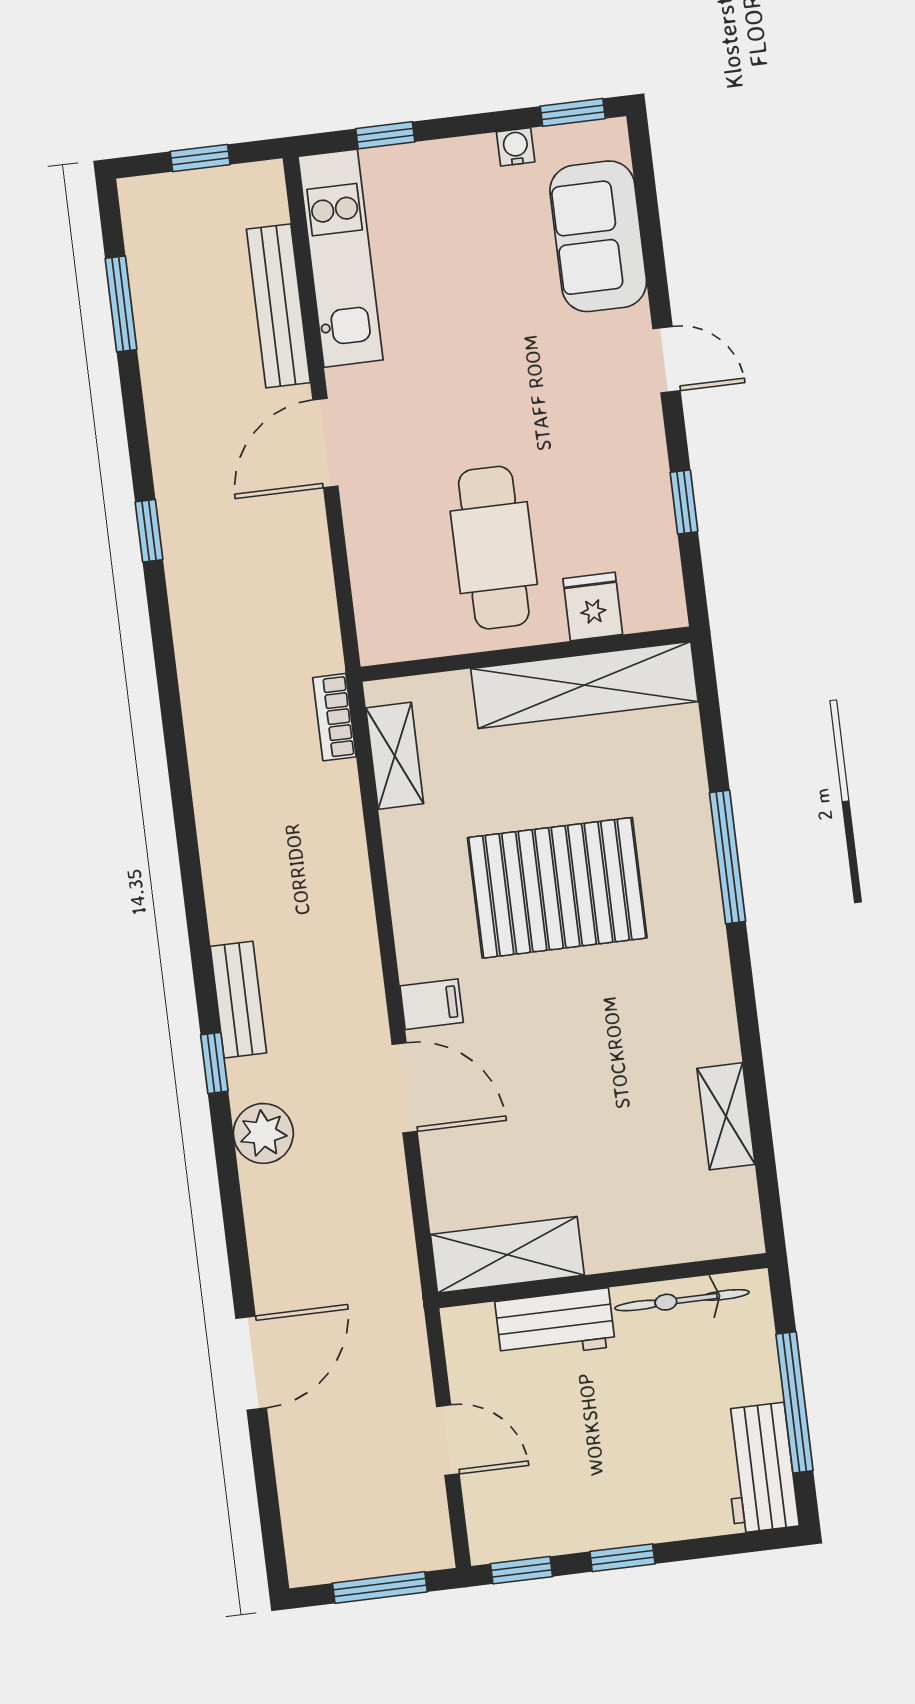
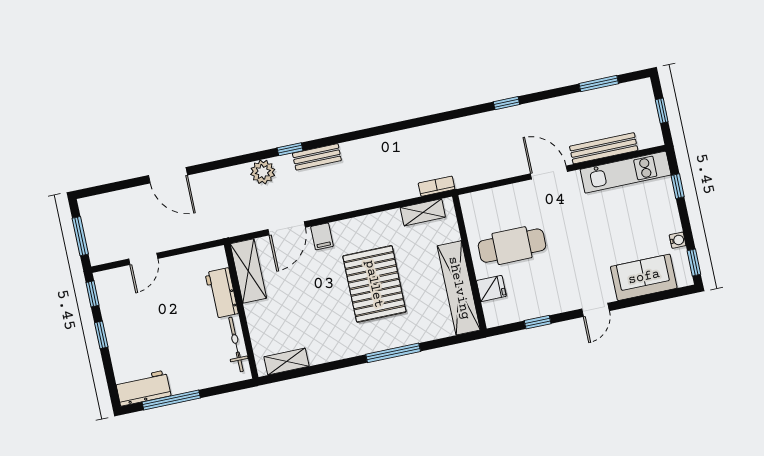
shelving: (507, 1255) -> (248, 271), moved
wall: (603, 1281) -> (241, 311), moved
bicycle: (682, 1300) -> (236, 344), moved
workbench: (555, 1324) -> (222, 293), moved

